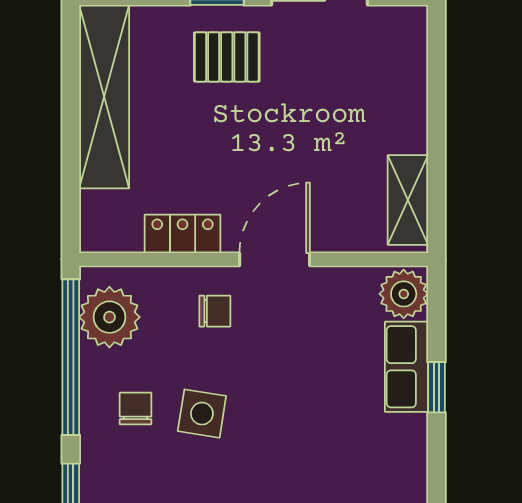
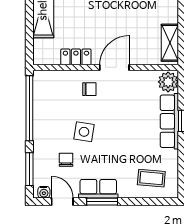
plant: (109, 317) -> (45, 92), removed
row of seats: (406, 367) -> (169, 121), width x1.48
chair: (135, 408) -> (66, 160), moved

